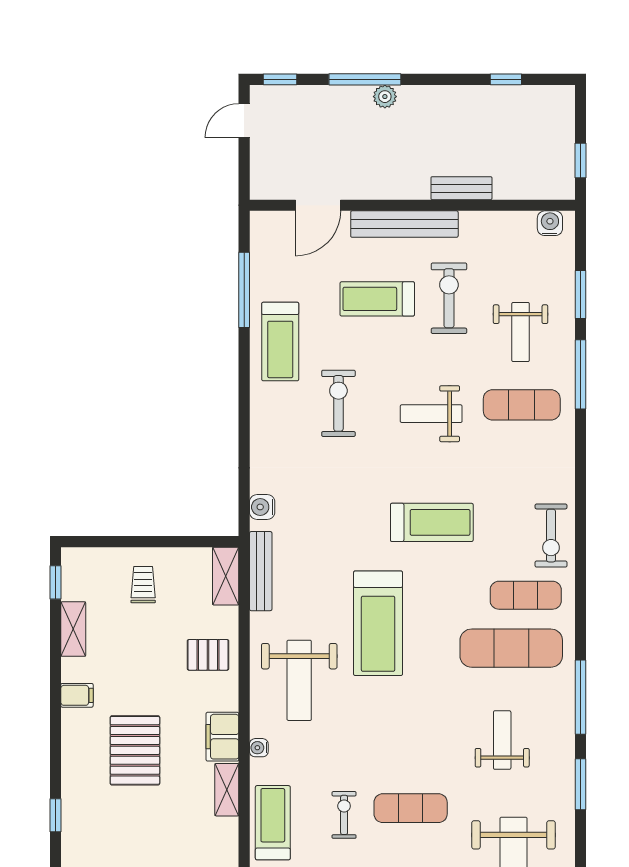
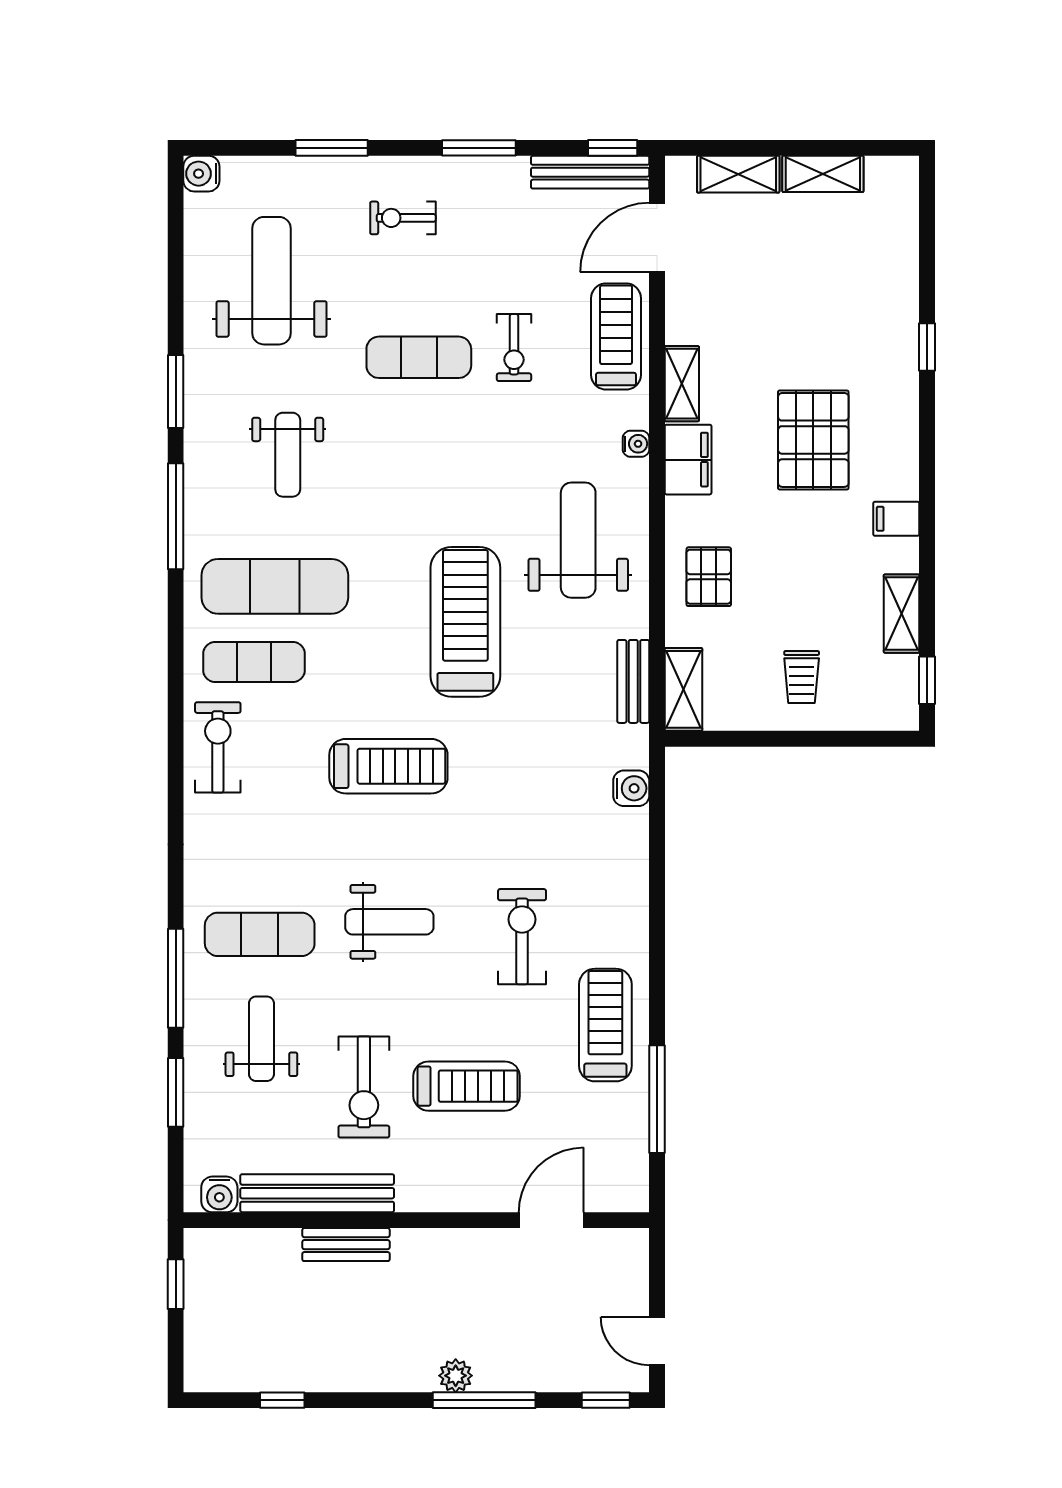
door: (244, 121) -> (657, 1341), swing flipped
bench: (404, 224) -> (317, 1193), moved
exercise bike: (338, 403) -> (522, 937), turned 180
treadmill: (432, 522) -> (388, 766), turned 180
bench: (261, 571) -> (633, 681), width x0.73
pallet: (208, 655) -> (709, 577), turned 90
treadmill: (273, 823) -> (616, 336), turned 180

